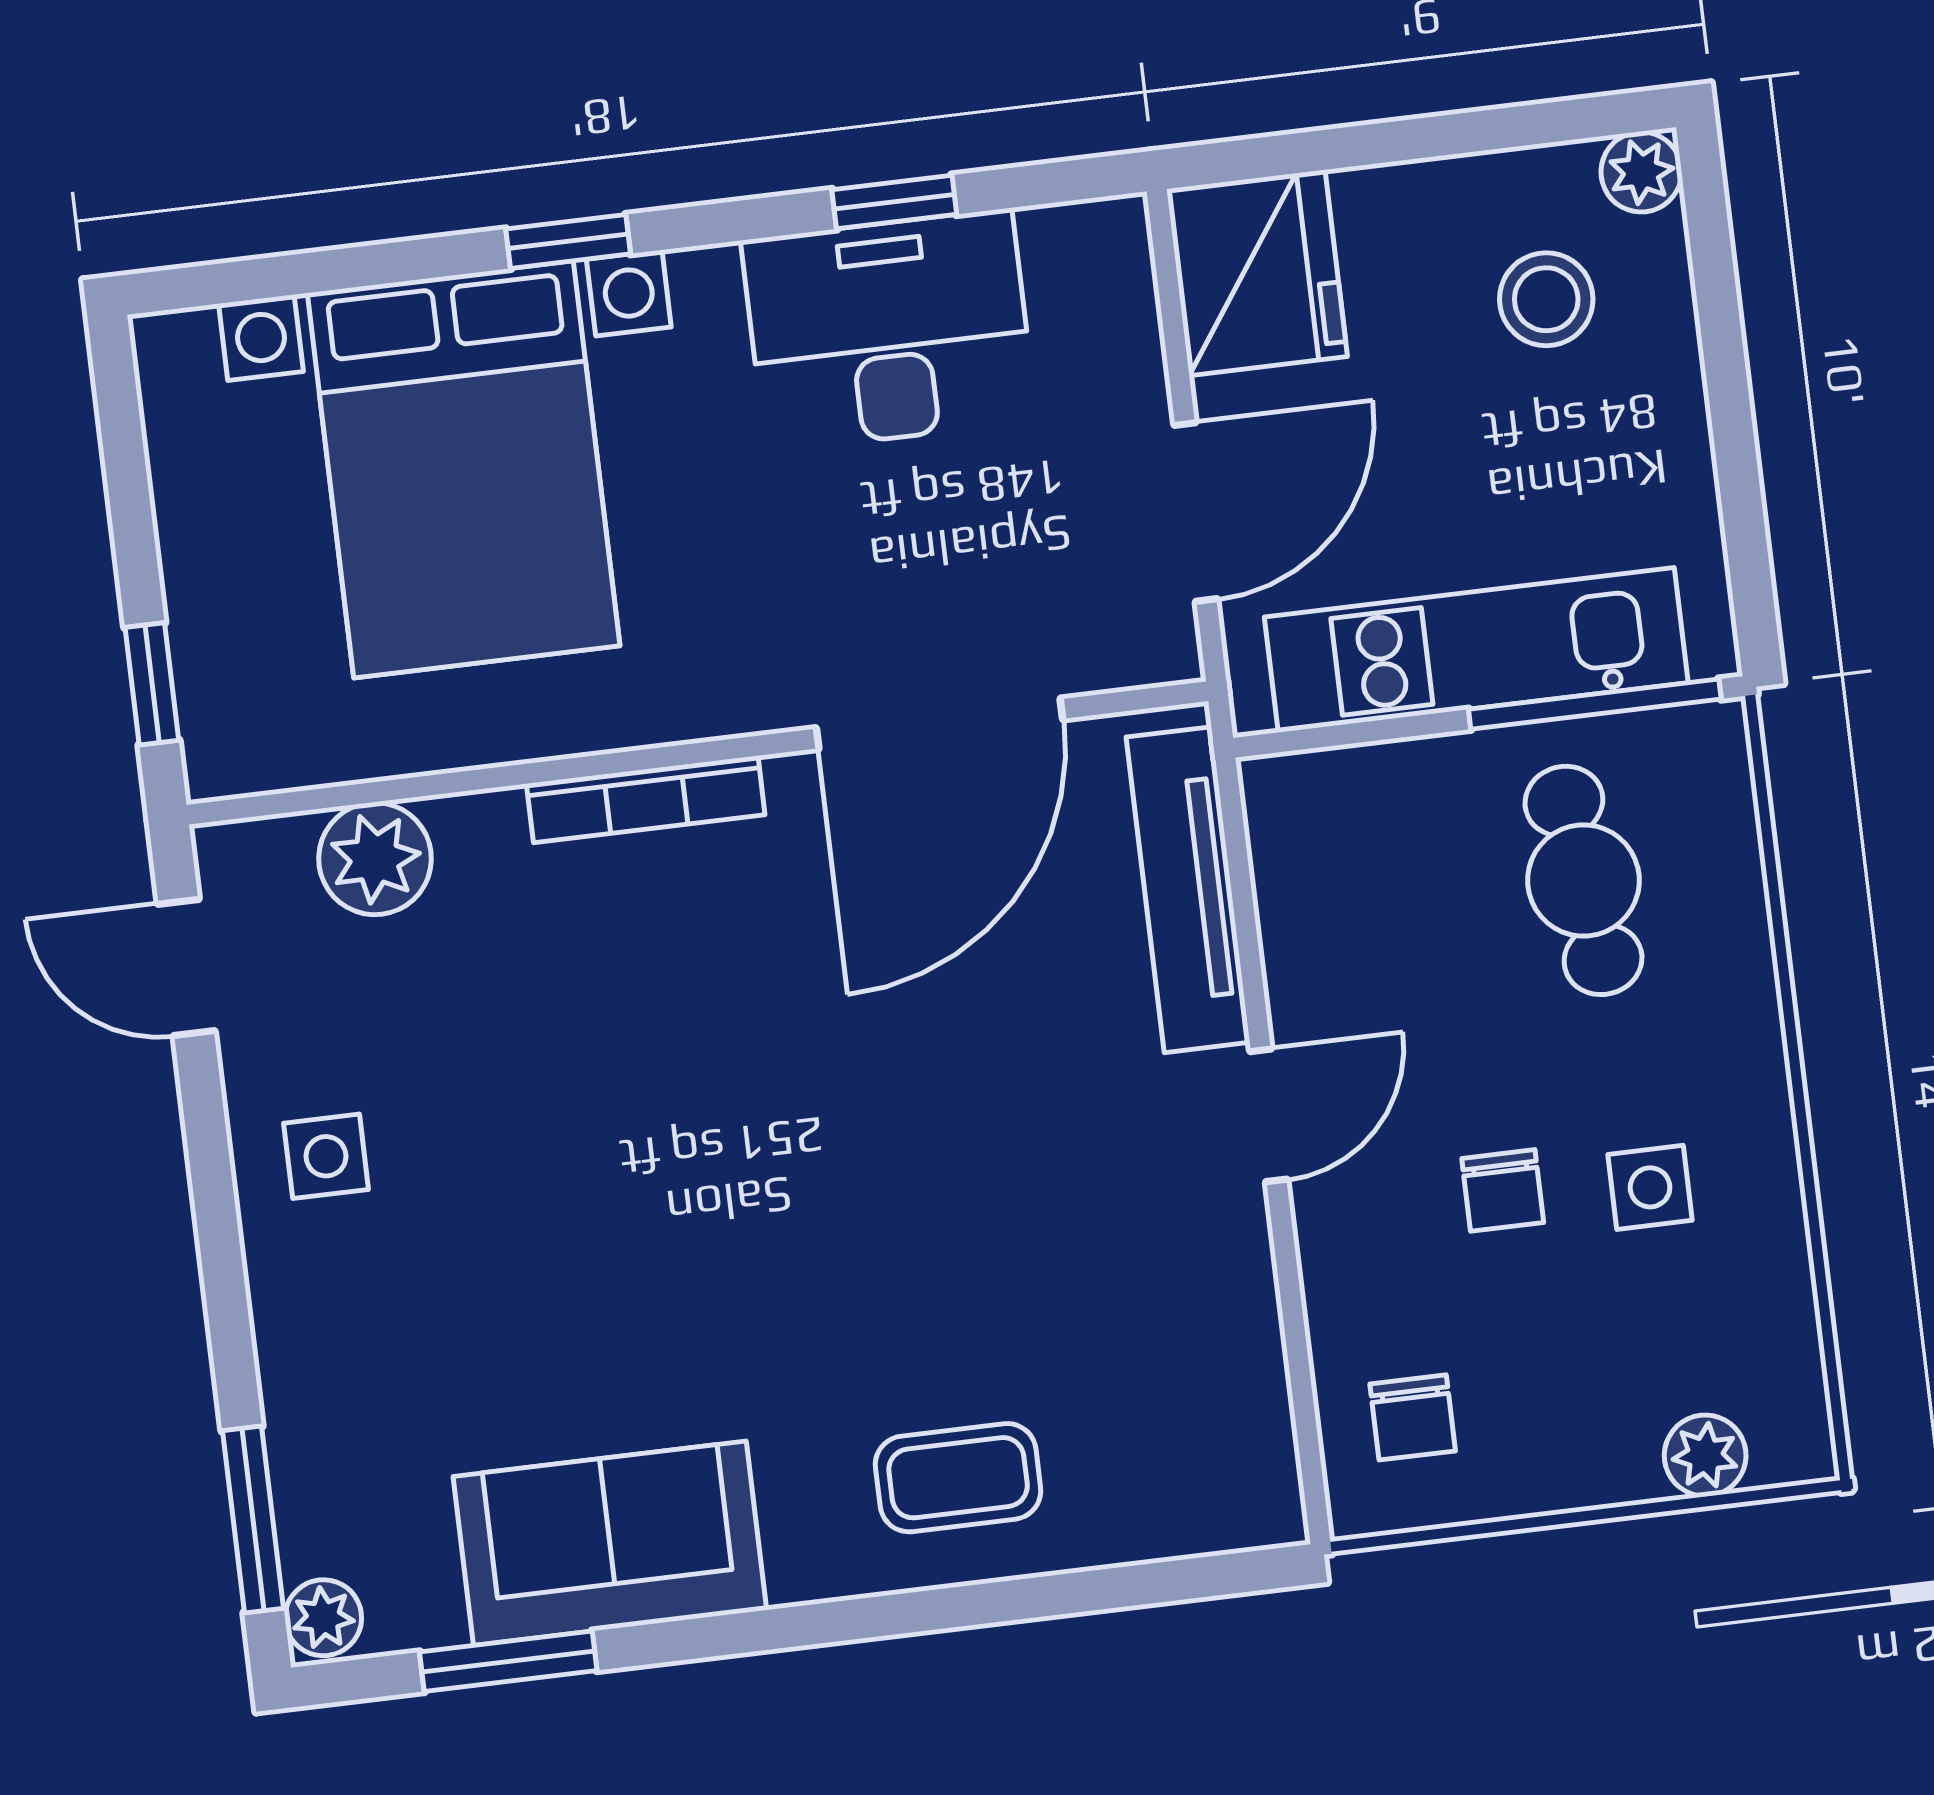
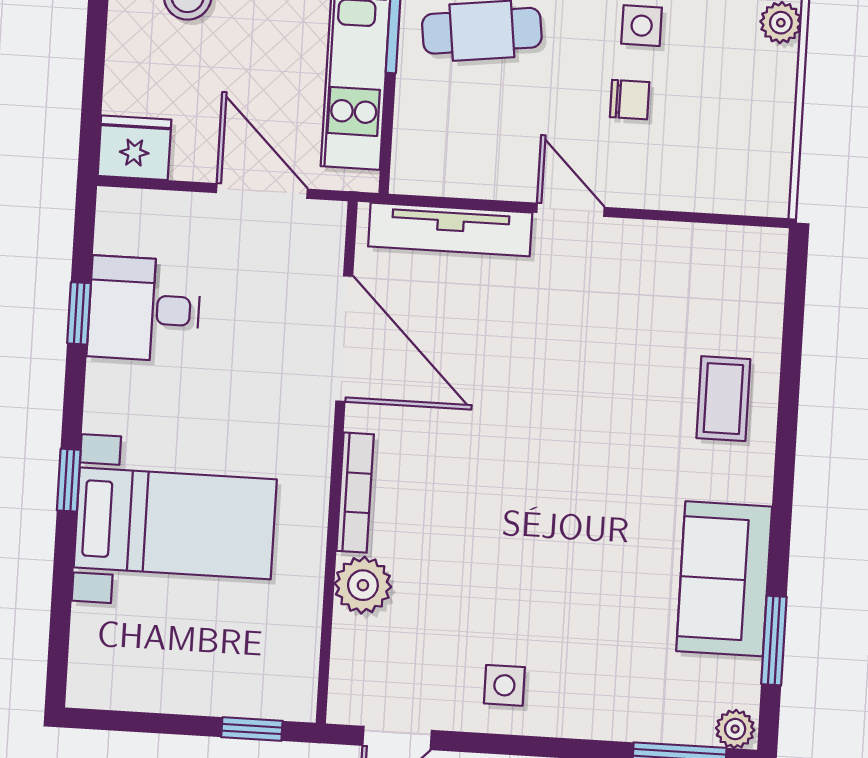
fridge: (1257, 273) -> (134, 148), width x0.73, depth x0.75
desk: (889, 331) -> (144, 309), width x0.73
bed with nightstands: (464, 469) -> (175, 523), width x0.73
plant: (375, 859) -> (363, 585), moved
chair: (1413, 1417) -> (735, 166), removed

